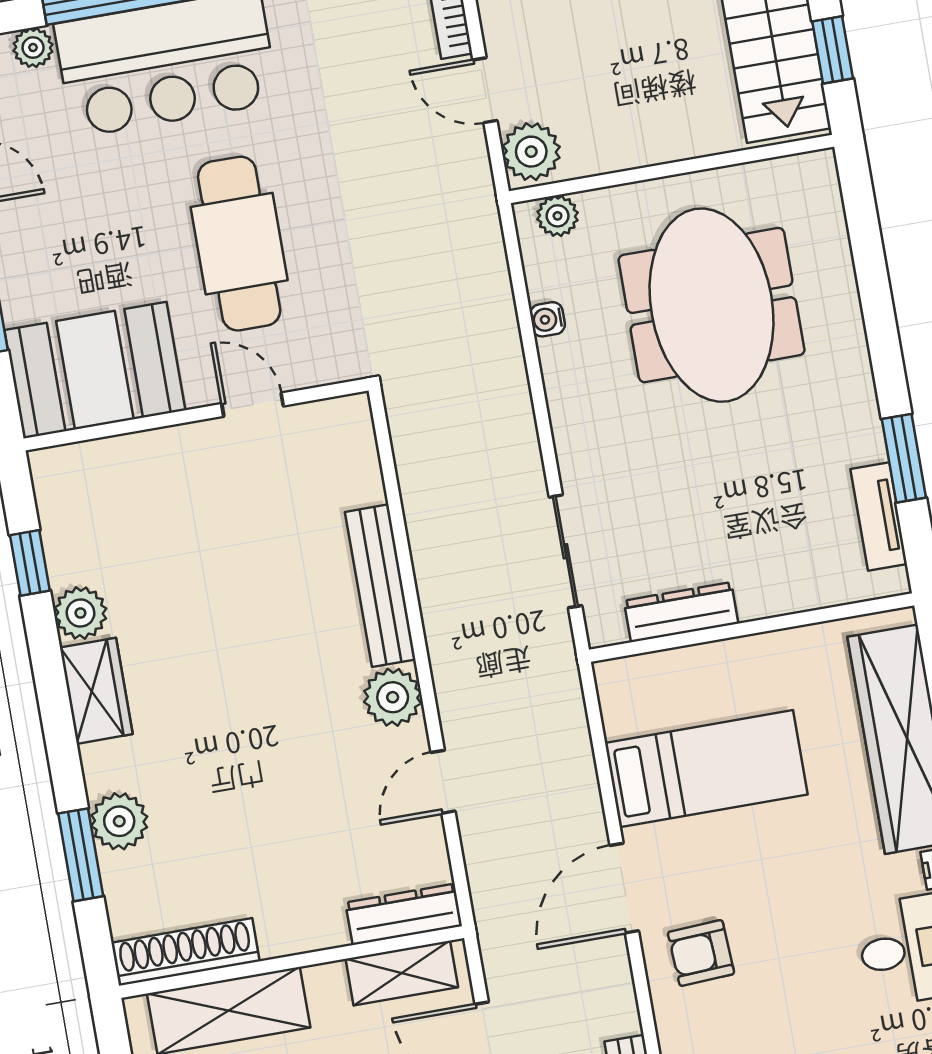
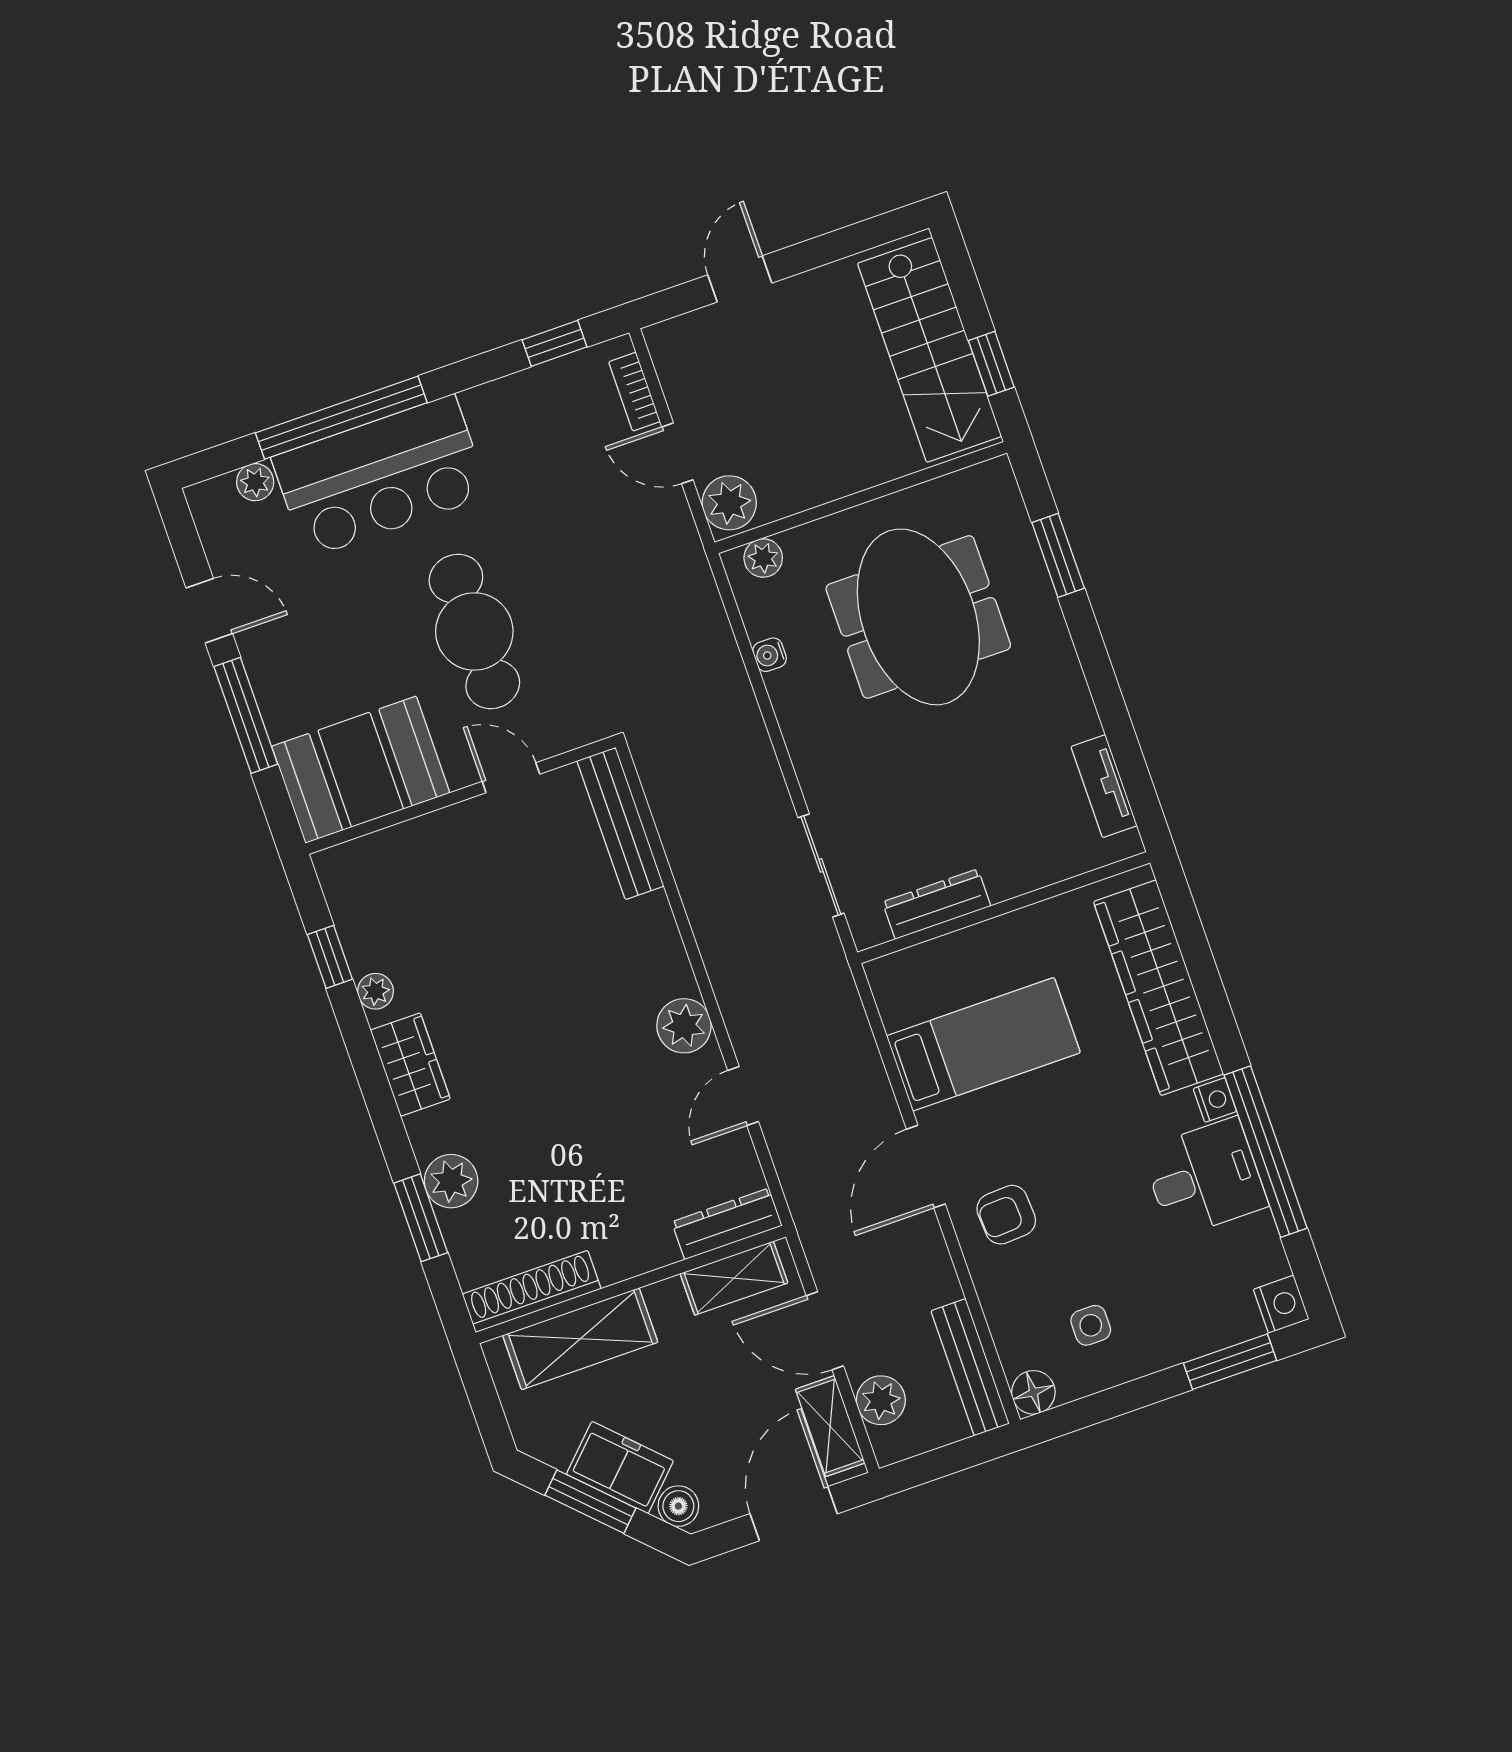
window: (904, 458) -> (1058, 555), moved
bench: (380, 586) -> (620, 823), moved
plant: (80, 613) -> (376, 991), width x0.73, depth x0.73

